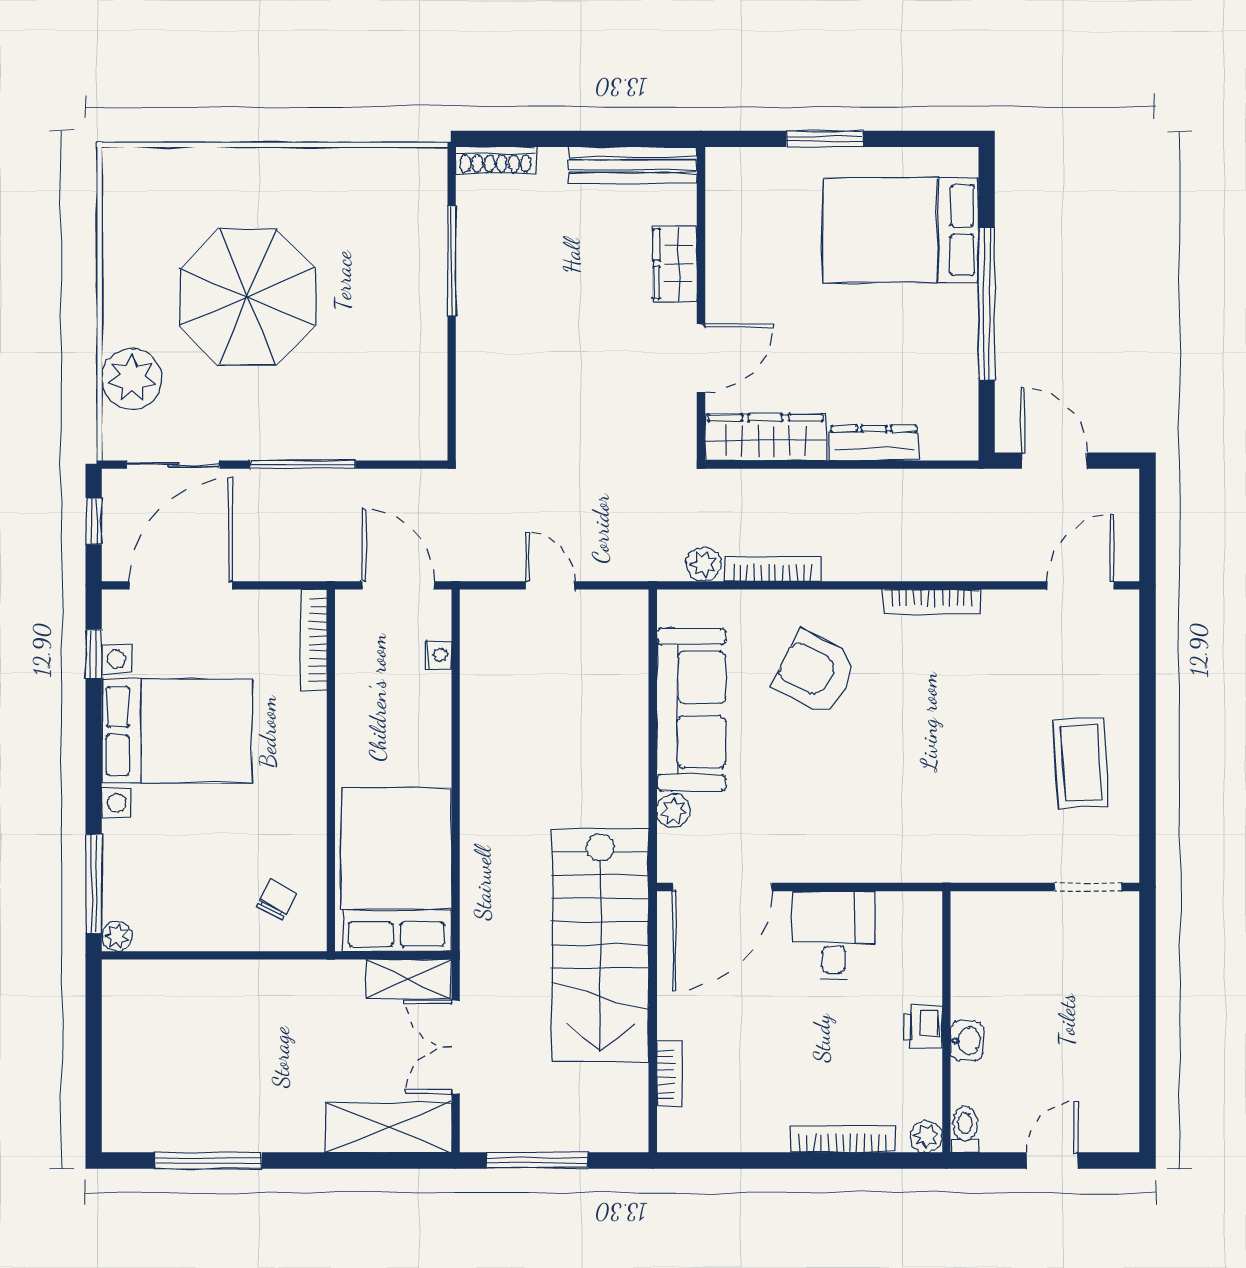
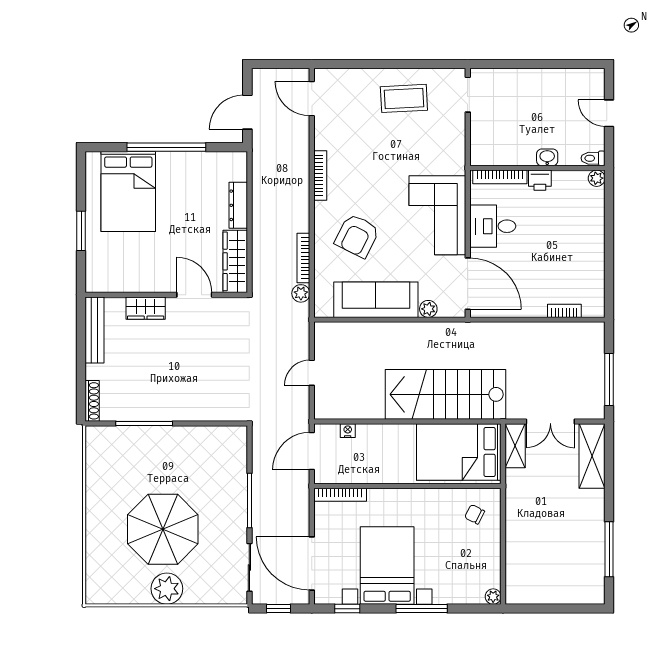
plant: (132, 379) -> (167, 589), moved
corner sofa: (855, 828) -> (437, 215), added
window: (94, 884) -> (422, 609), moved
stairs: (600, 945) -> (446, 394), moved, turned 180
bookcase: (843, 1139) -> (500, 177), moved, turned -90

